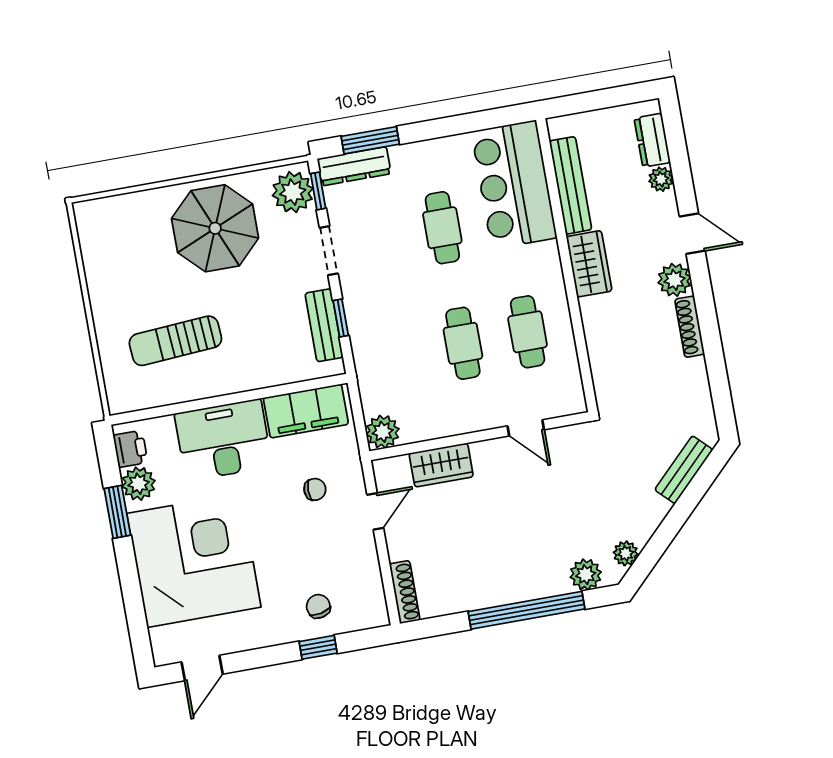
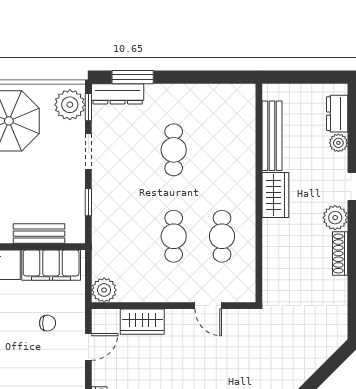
bar counter: (514, 185) -> (231, 128), removed
bench: (324, 325) -> (39, 234), moved, turned 90
bench: (684, 470) -> (317, 356), removed

